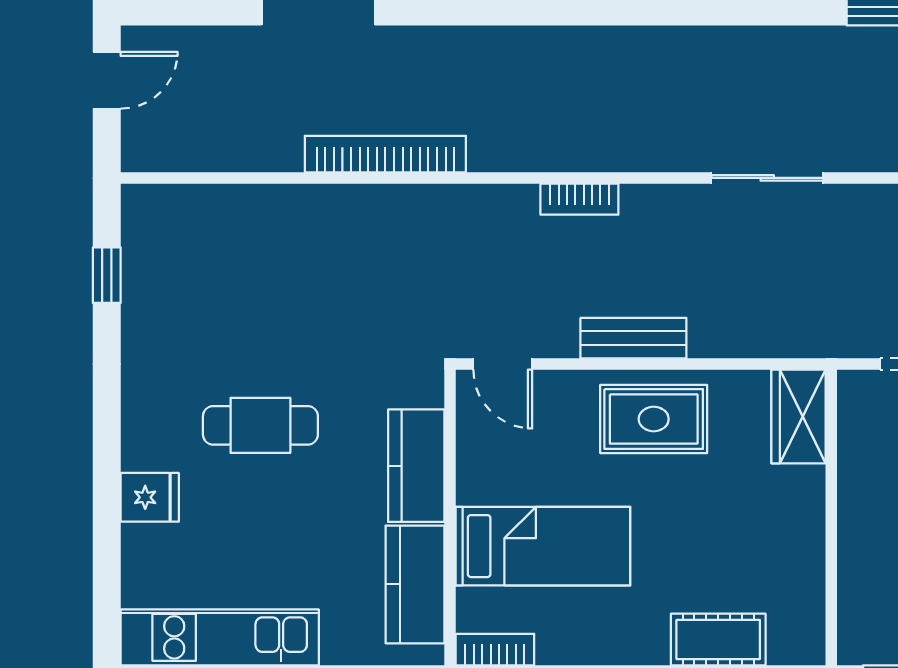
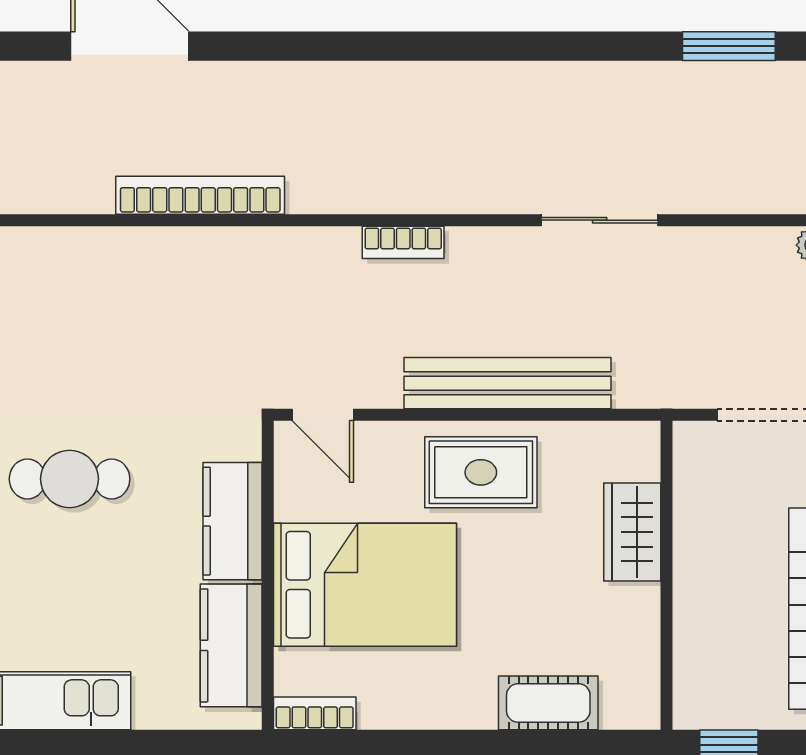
bench: (633, 338) -> (508, 383), width x1.86, depth x1.21
wardrobe: (798, 416) -> (632, 532), moved
bed: (543, 546) -> (365, 585), width x1.50

